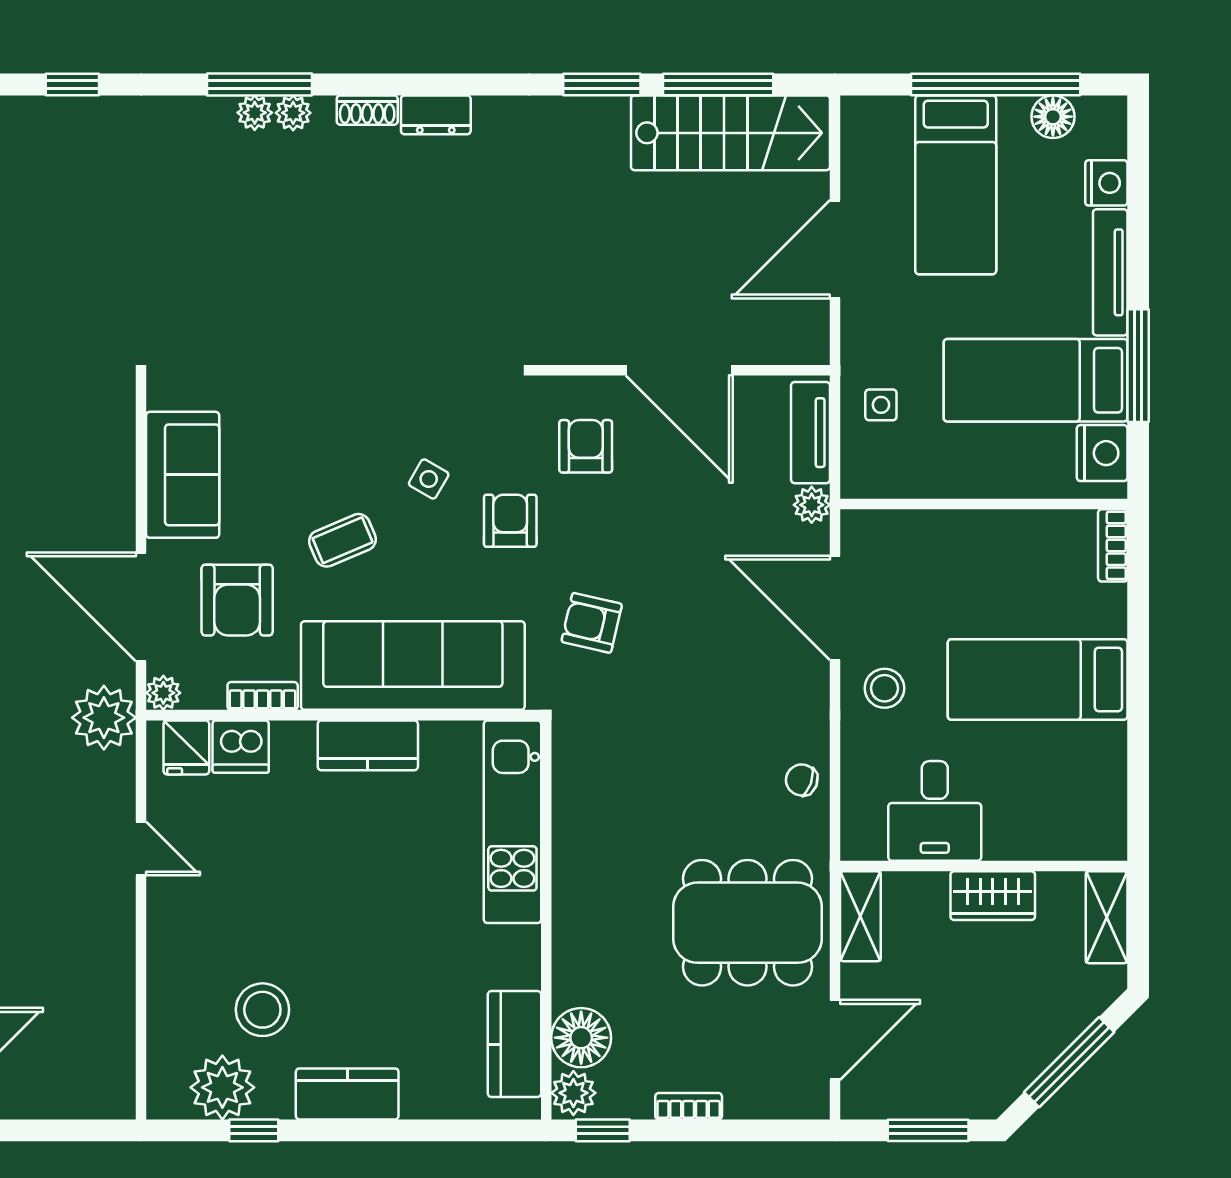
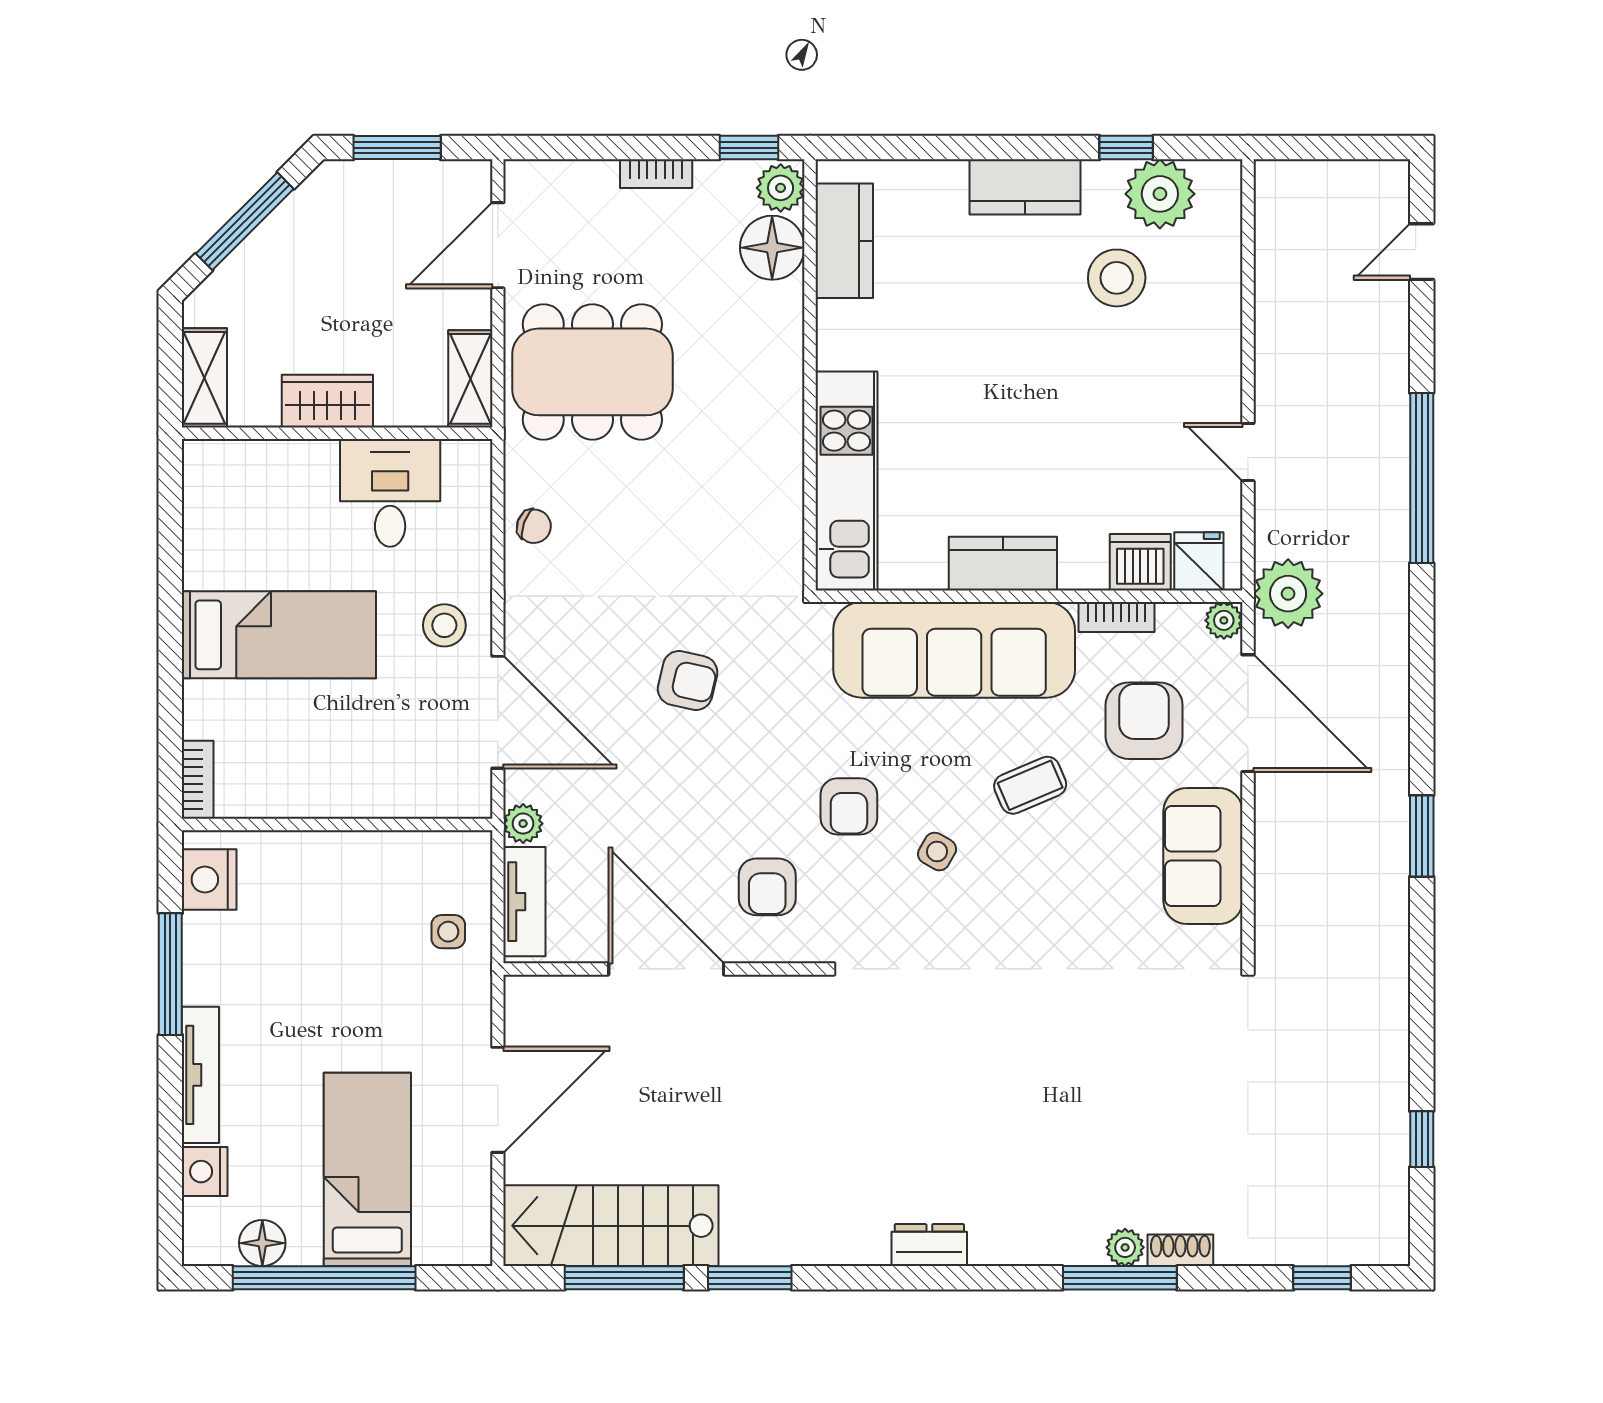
shoe rack: (367, 110) -> (1180, 1250), moved
plant: (293, 113) -> (1084, 1247), removed
bed: (1036, 380) -> (281, 958), removed
armchair: (592, 623) -> (688, 681), moved

